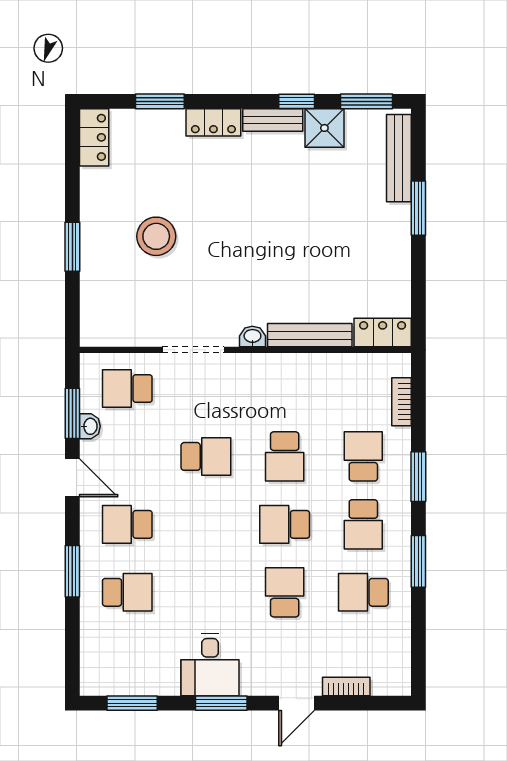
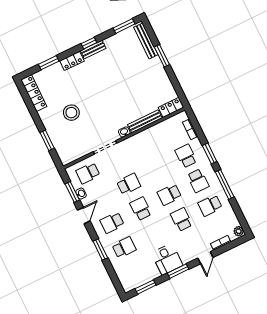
window: (297, 101) -> (89, 43), moved
shower: (324, 128) -> (113, 43), removed
locker: (94, 137) -> (34, 93), width x1.53
window: (72, 247) -> (47, 140), moved
school desk: (285, 456) -> (141, 209), moved, turned 180
door: (72, 478) -> (84, 216), hinge flipped
window: (418, 561) -> (225, 184), width x1.44
plant: (399, 680) -> (239, 231), added

